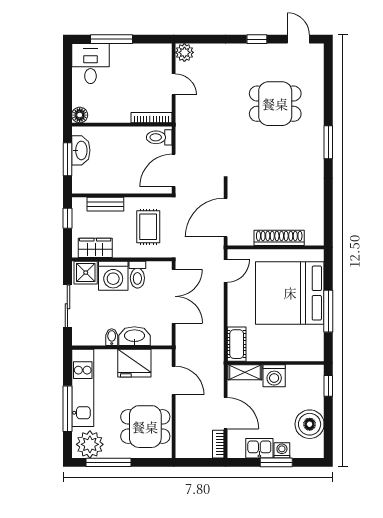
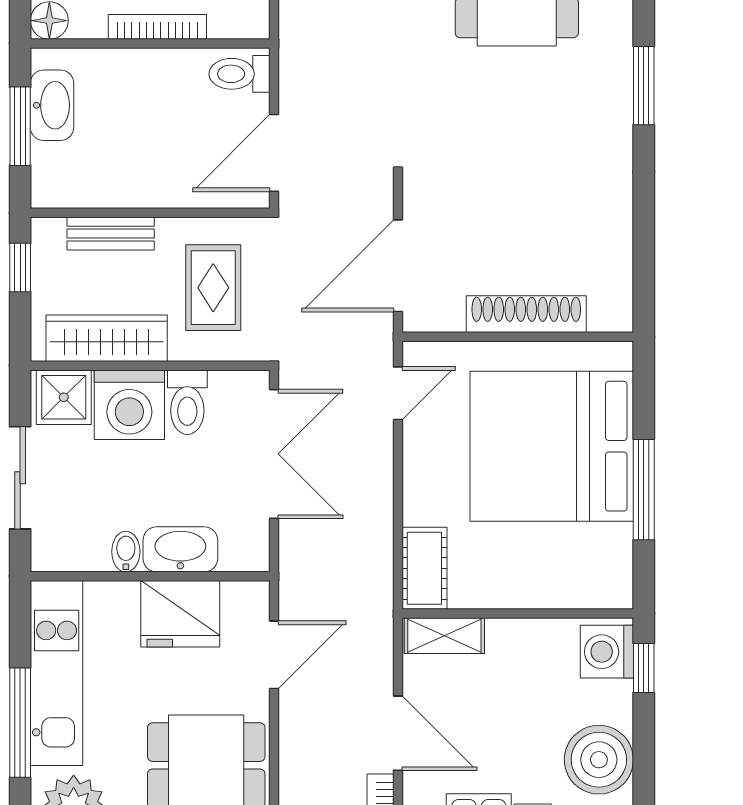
bookcase: (152, 118) -> (157, 27), moved
wardrobe: (95, 248) -> (107, 338), width x1.50
washing machine: (274, 376) -> (607, 652), moved, turned 90
door: (174, 380) -> (274, 655), hinge flipped

